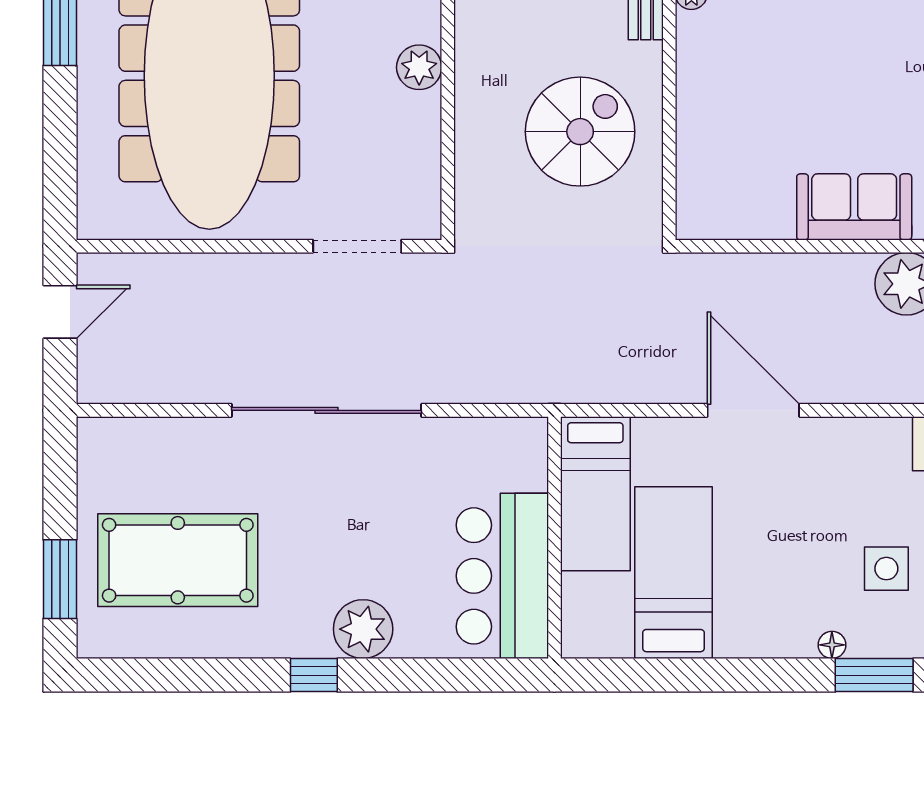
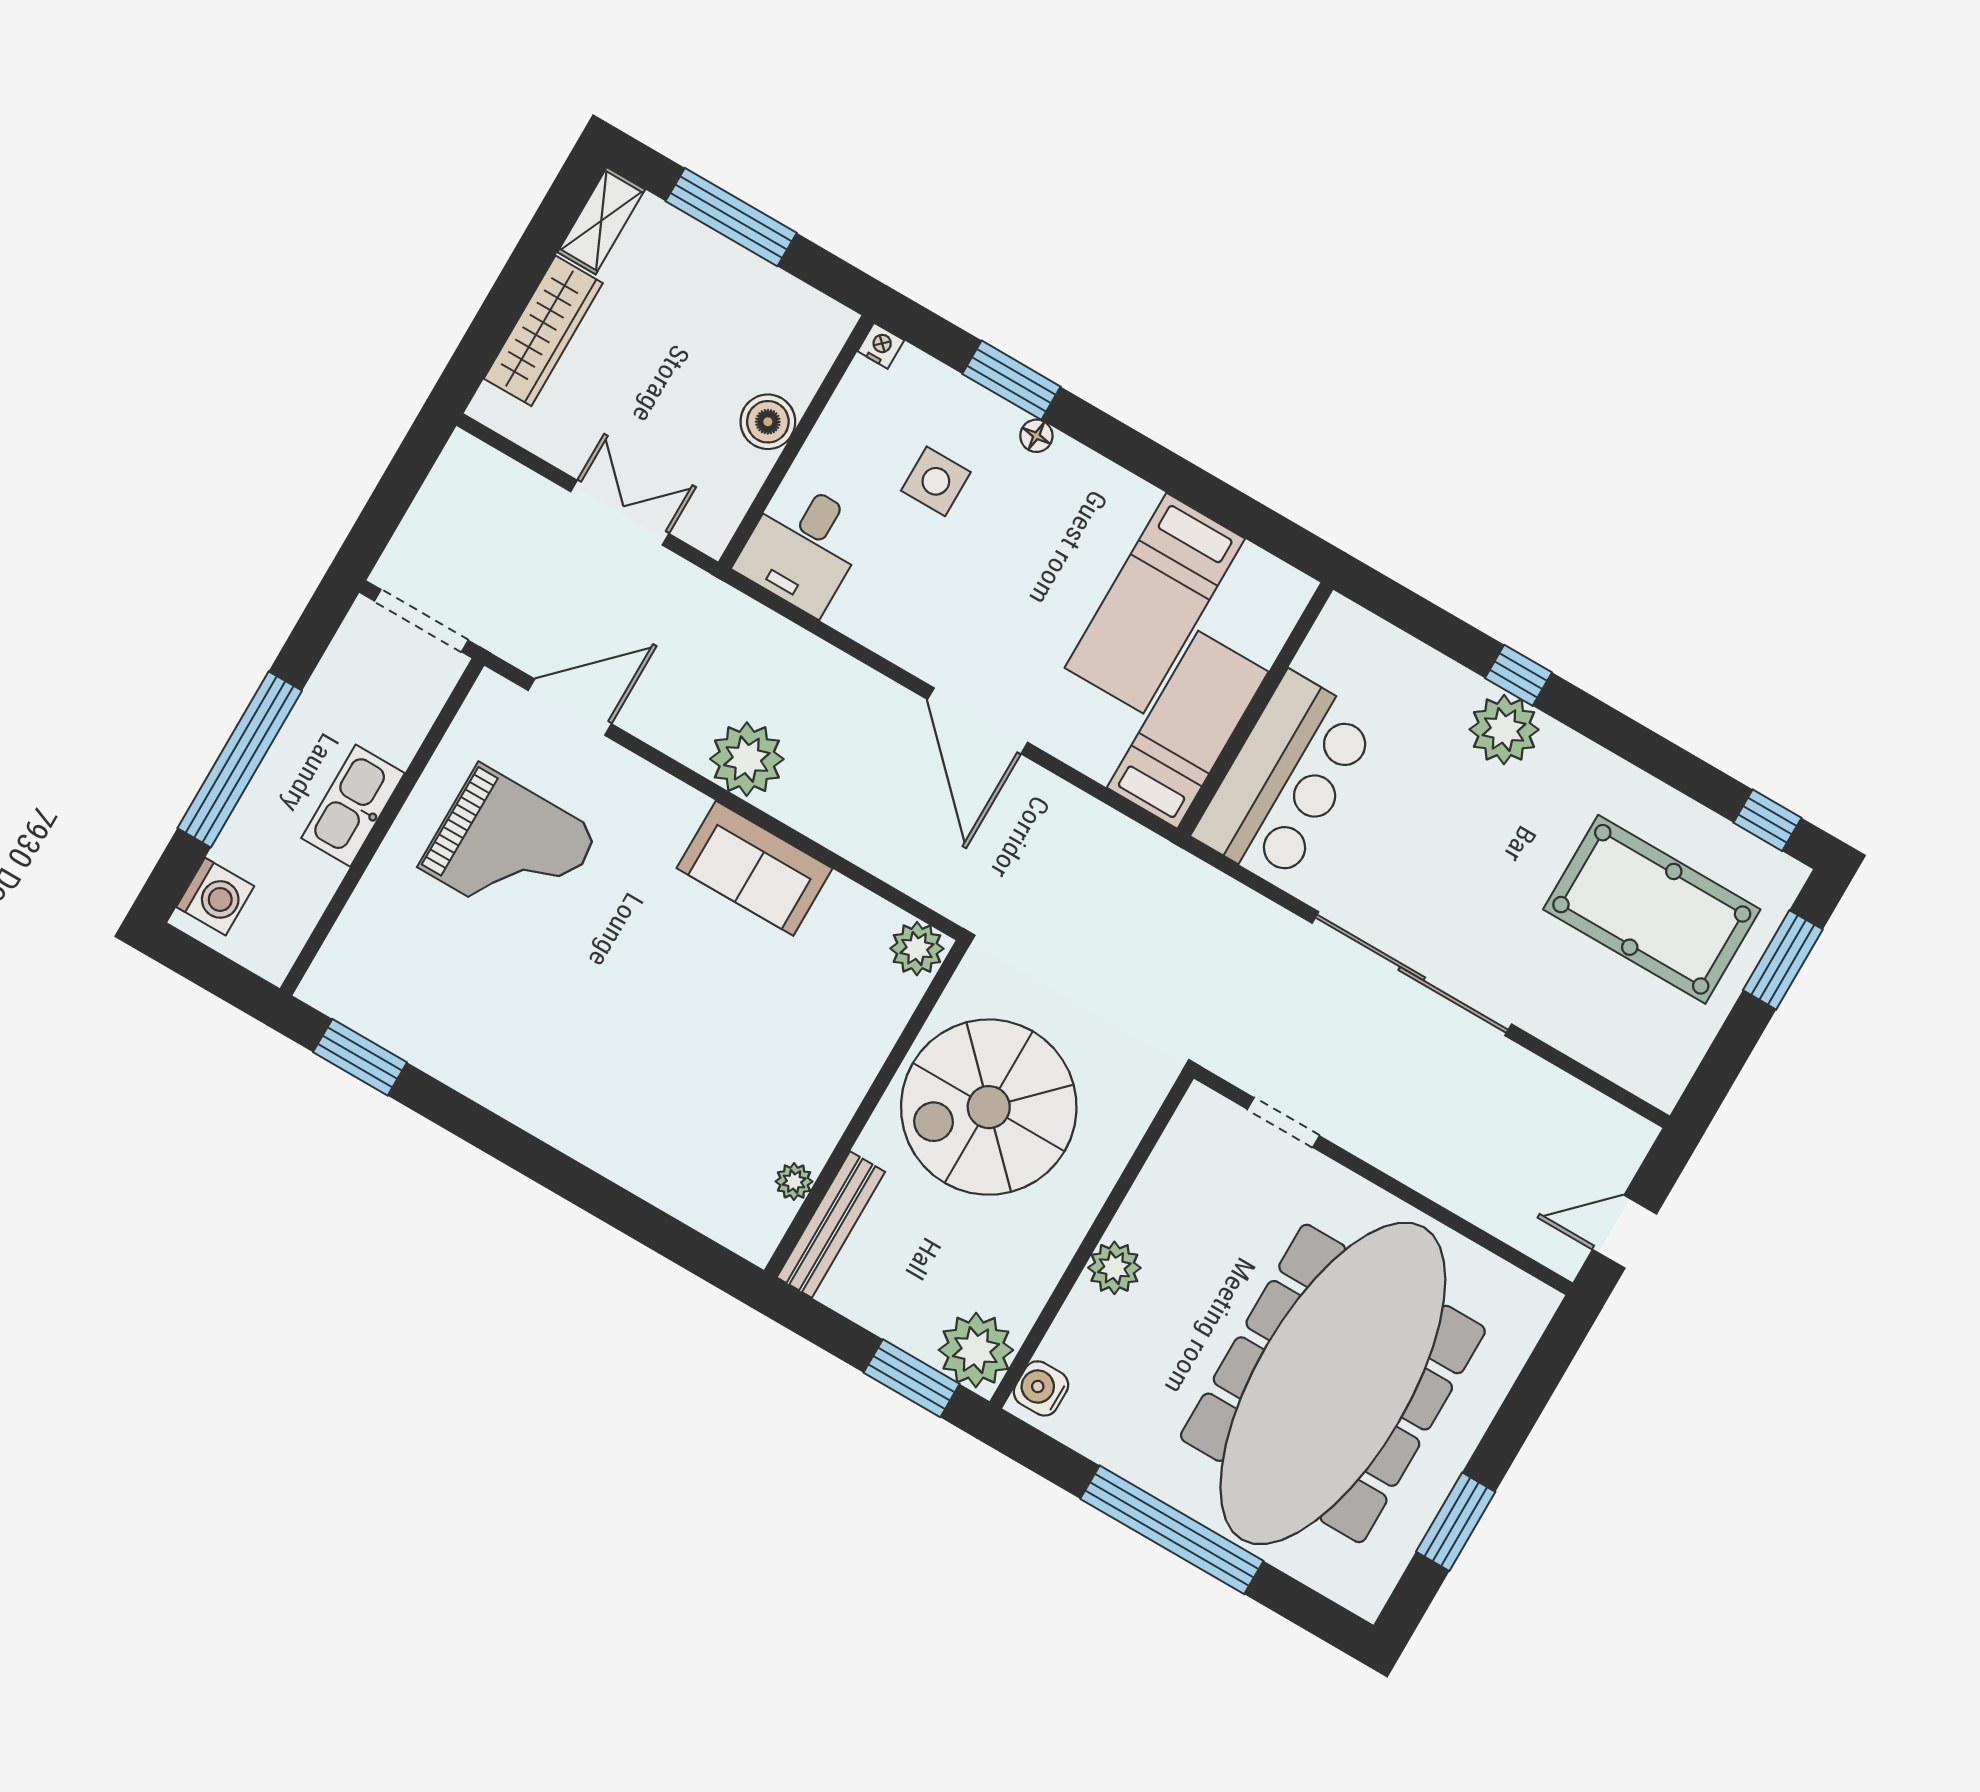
spiral stairs: (580, 132) -> (989, 1107), width x1.37, depth x1.37
plant: (701, 217) -> (917, 949), added
doorway: (357, 246) -> (1283, 1122), width x0.73
bar counter: (502, 576) -> (1286, 779), moved
window: (131, 675) -> (1767, 820), added
window: (314, 675) -> (1518, 675), moved

